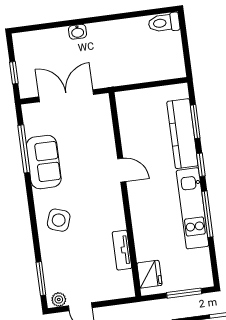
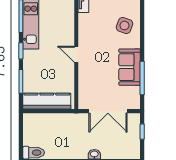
kitchen counter: (182, 134) -> (47, 101), moved, turned -90

